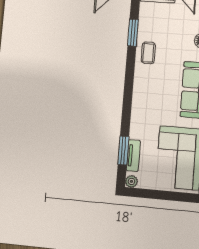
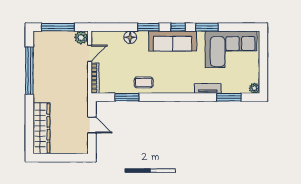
tv unit: (133, 156) -> (208, 88), moved

